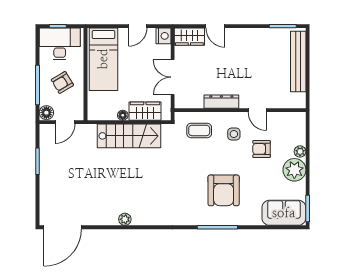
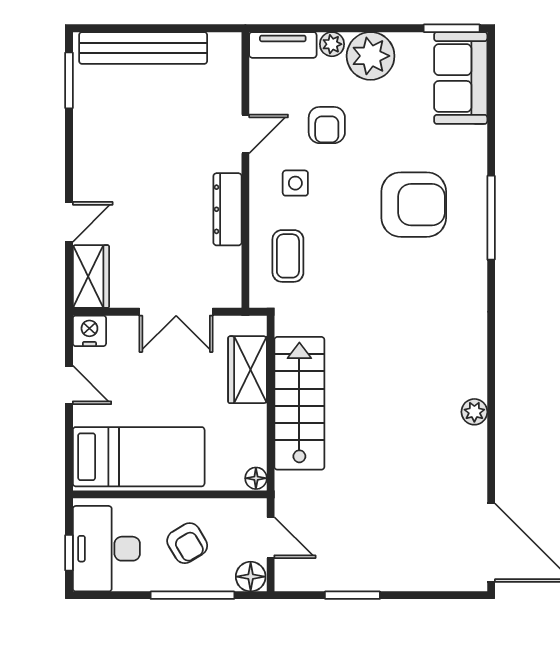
floor lamp: (123, 115) -> (256, 478), moved
tv unit: (300, 128) -> (283, 45), added

